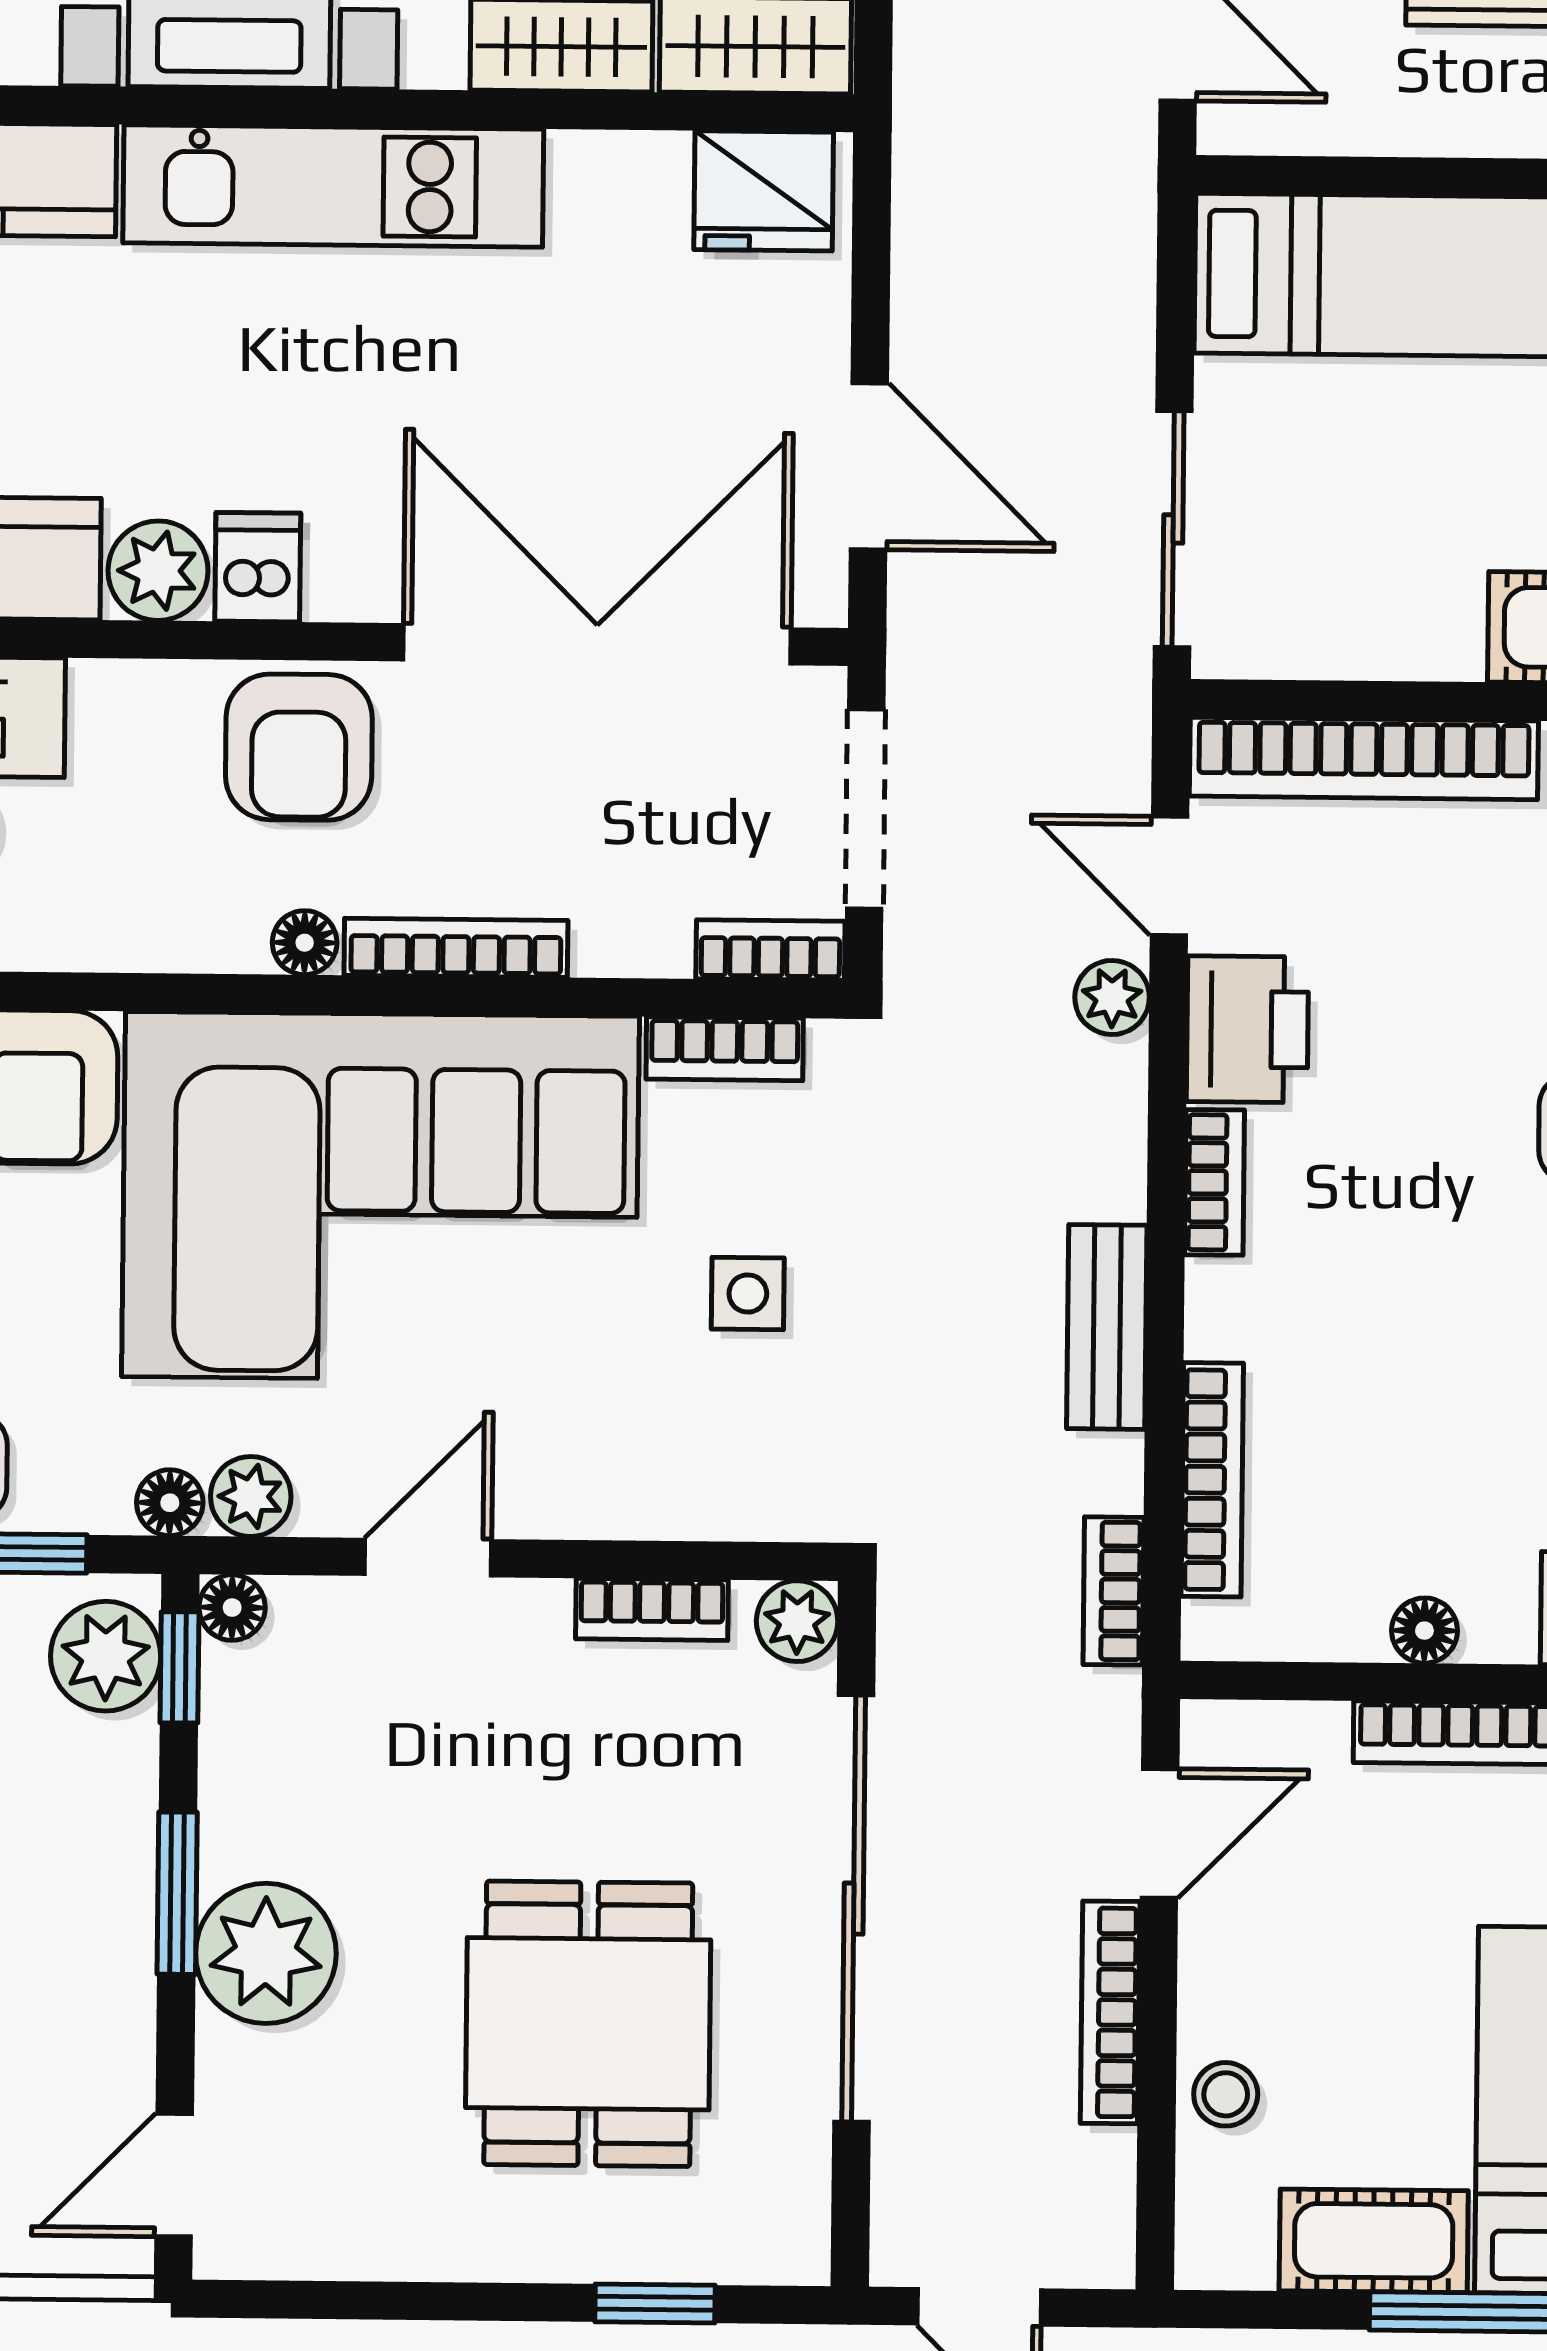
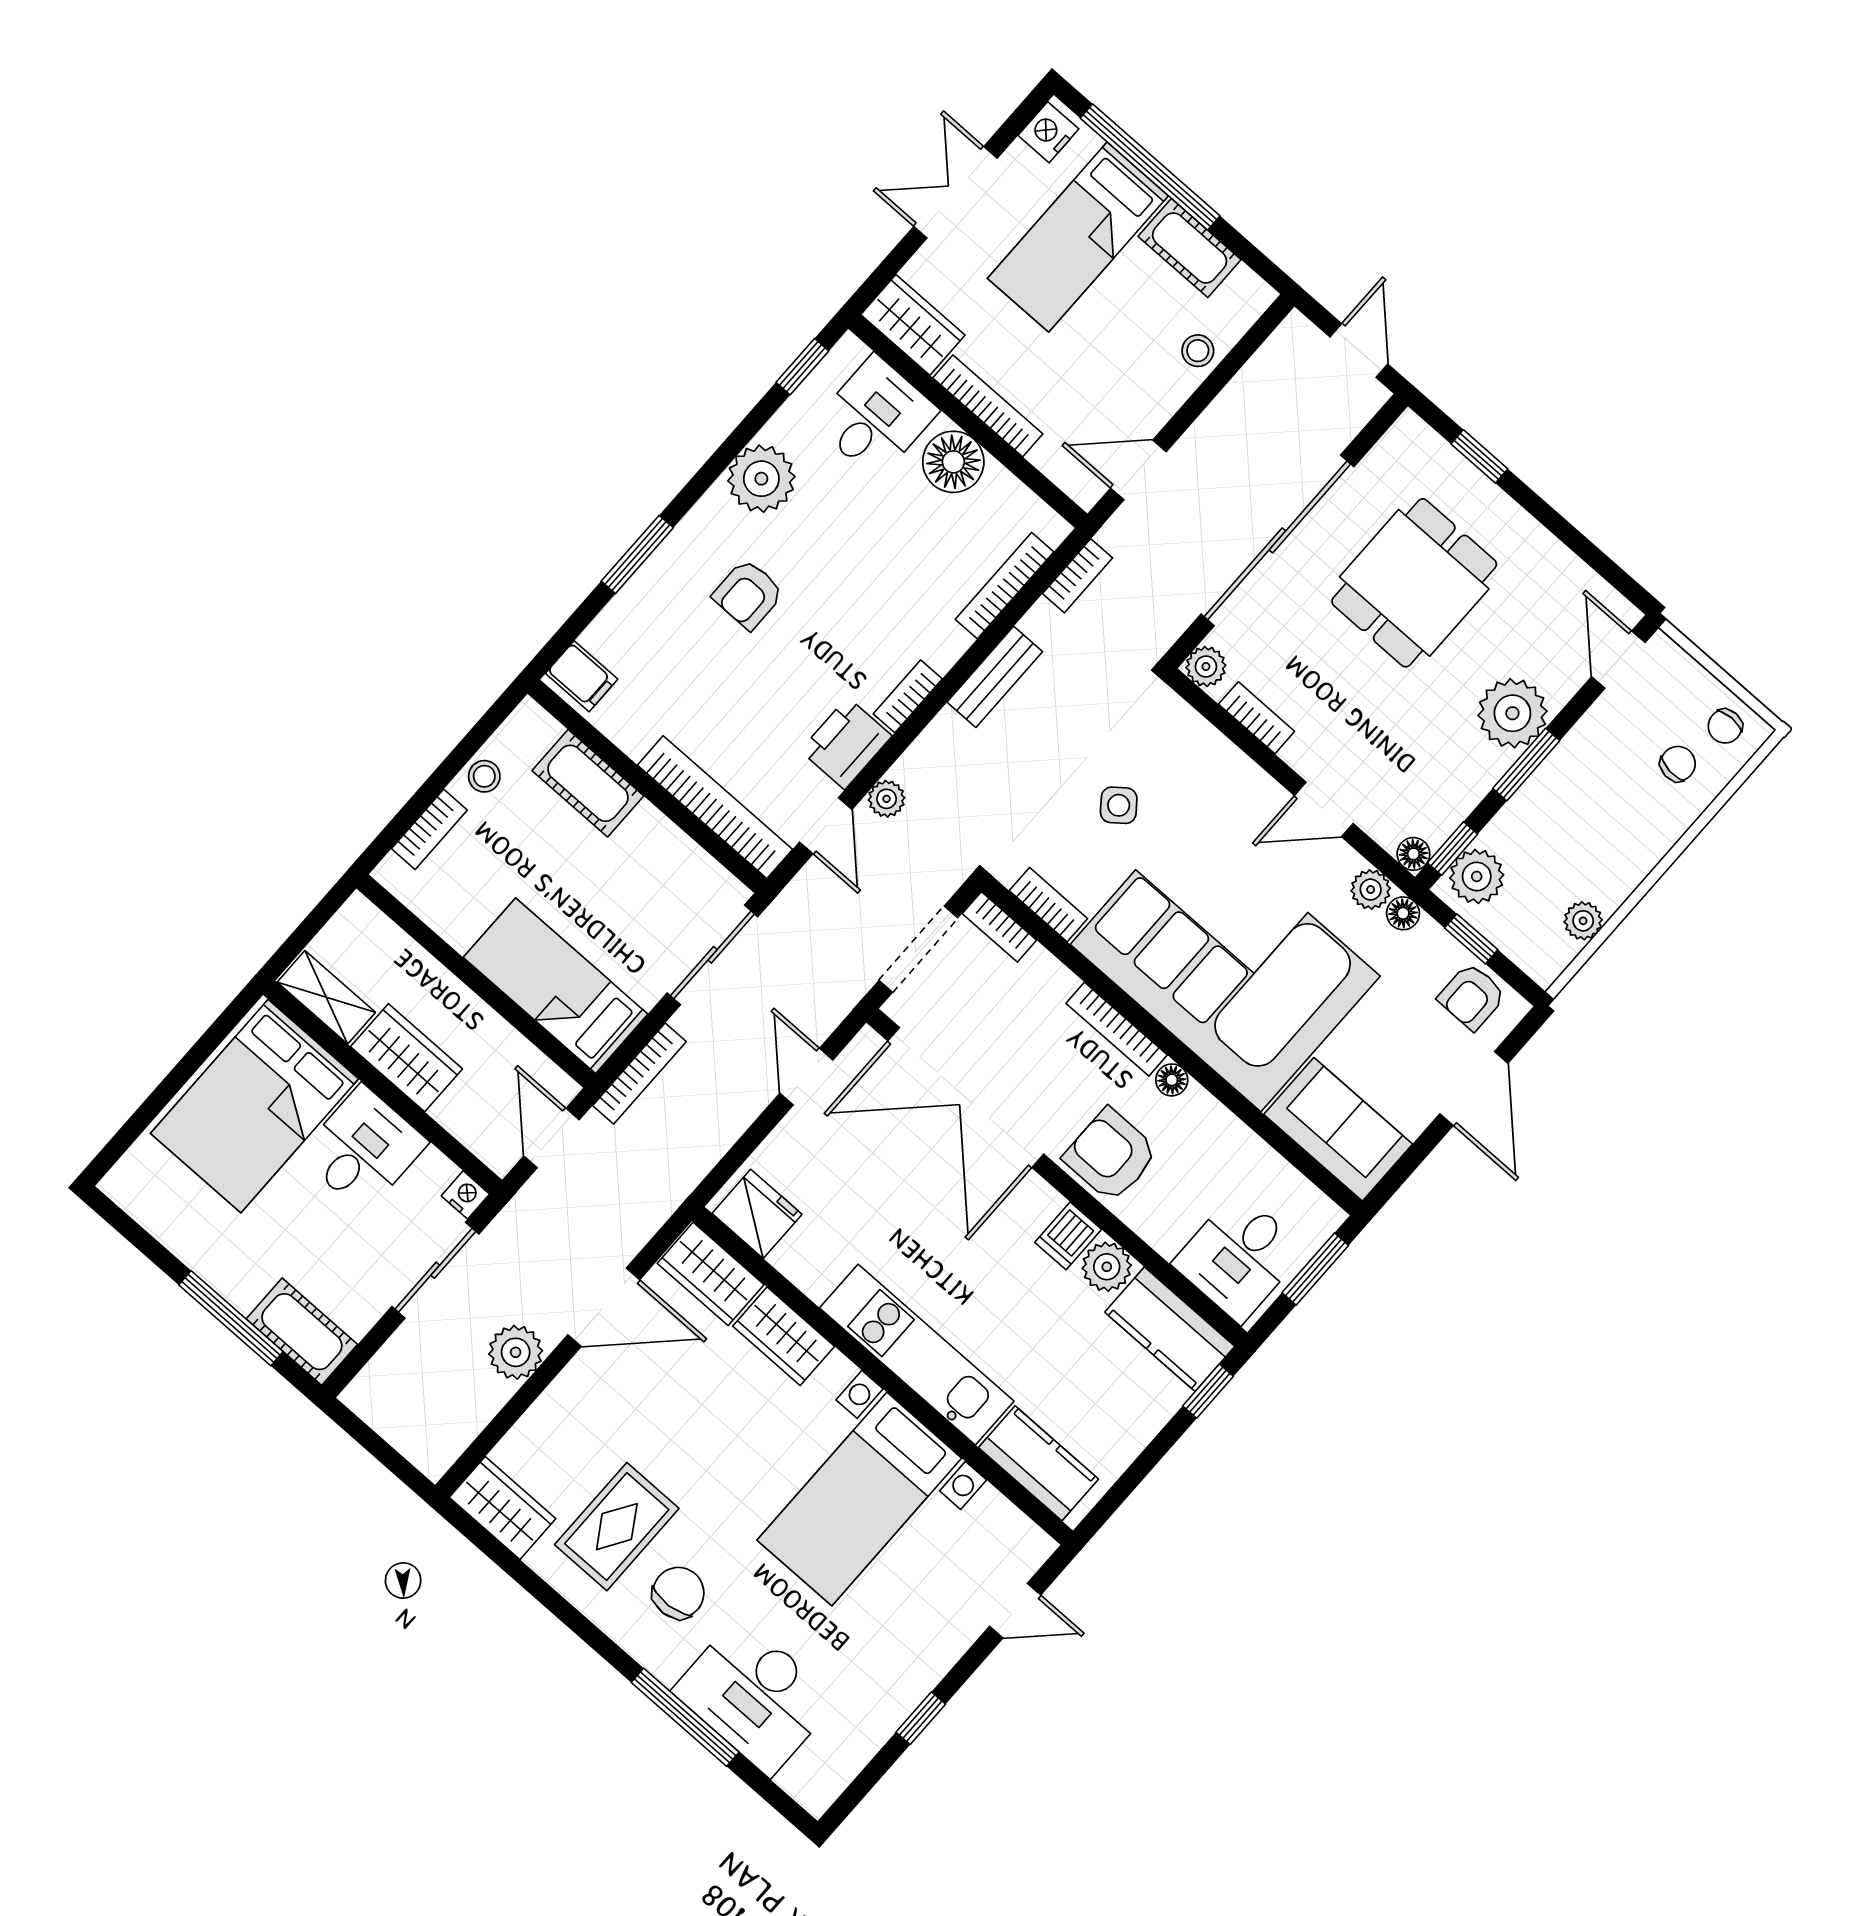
door: (869, 466) -> (806, 1077), width x0.73
armchair: (299, 747) -> (1111, 1155), turned -90
side table: (748, 1293) -> (1119, 805), turned -38
floor lamp: (1424, 1631) -> (953, 462), width x1.89, depth x1.89
bookcase: (1110, 2012) -> (639, 1074), moved
door: (174, 2175) -> (1618, 660), swing flipped

